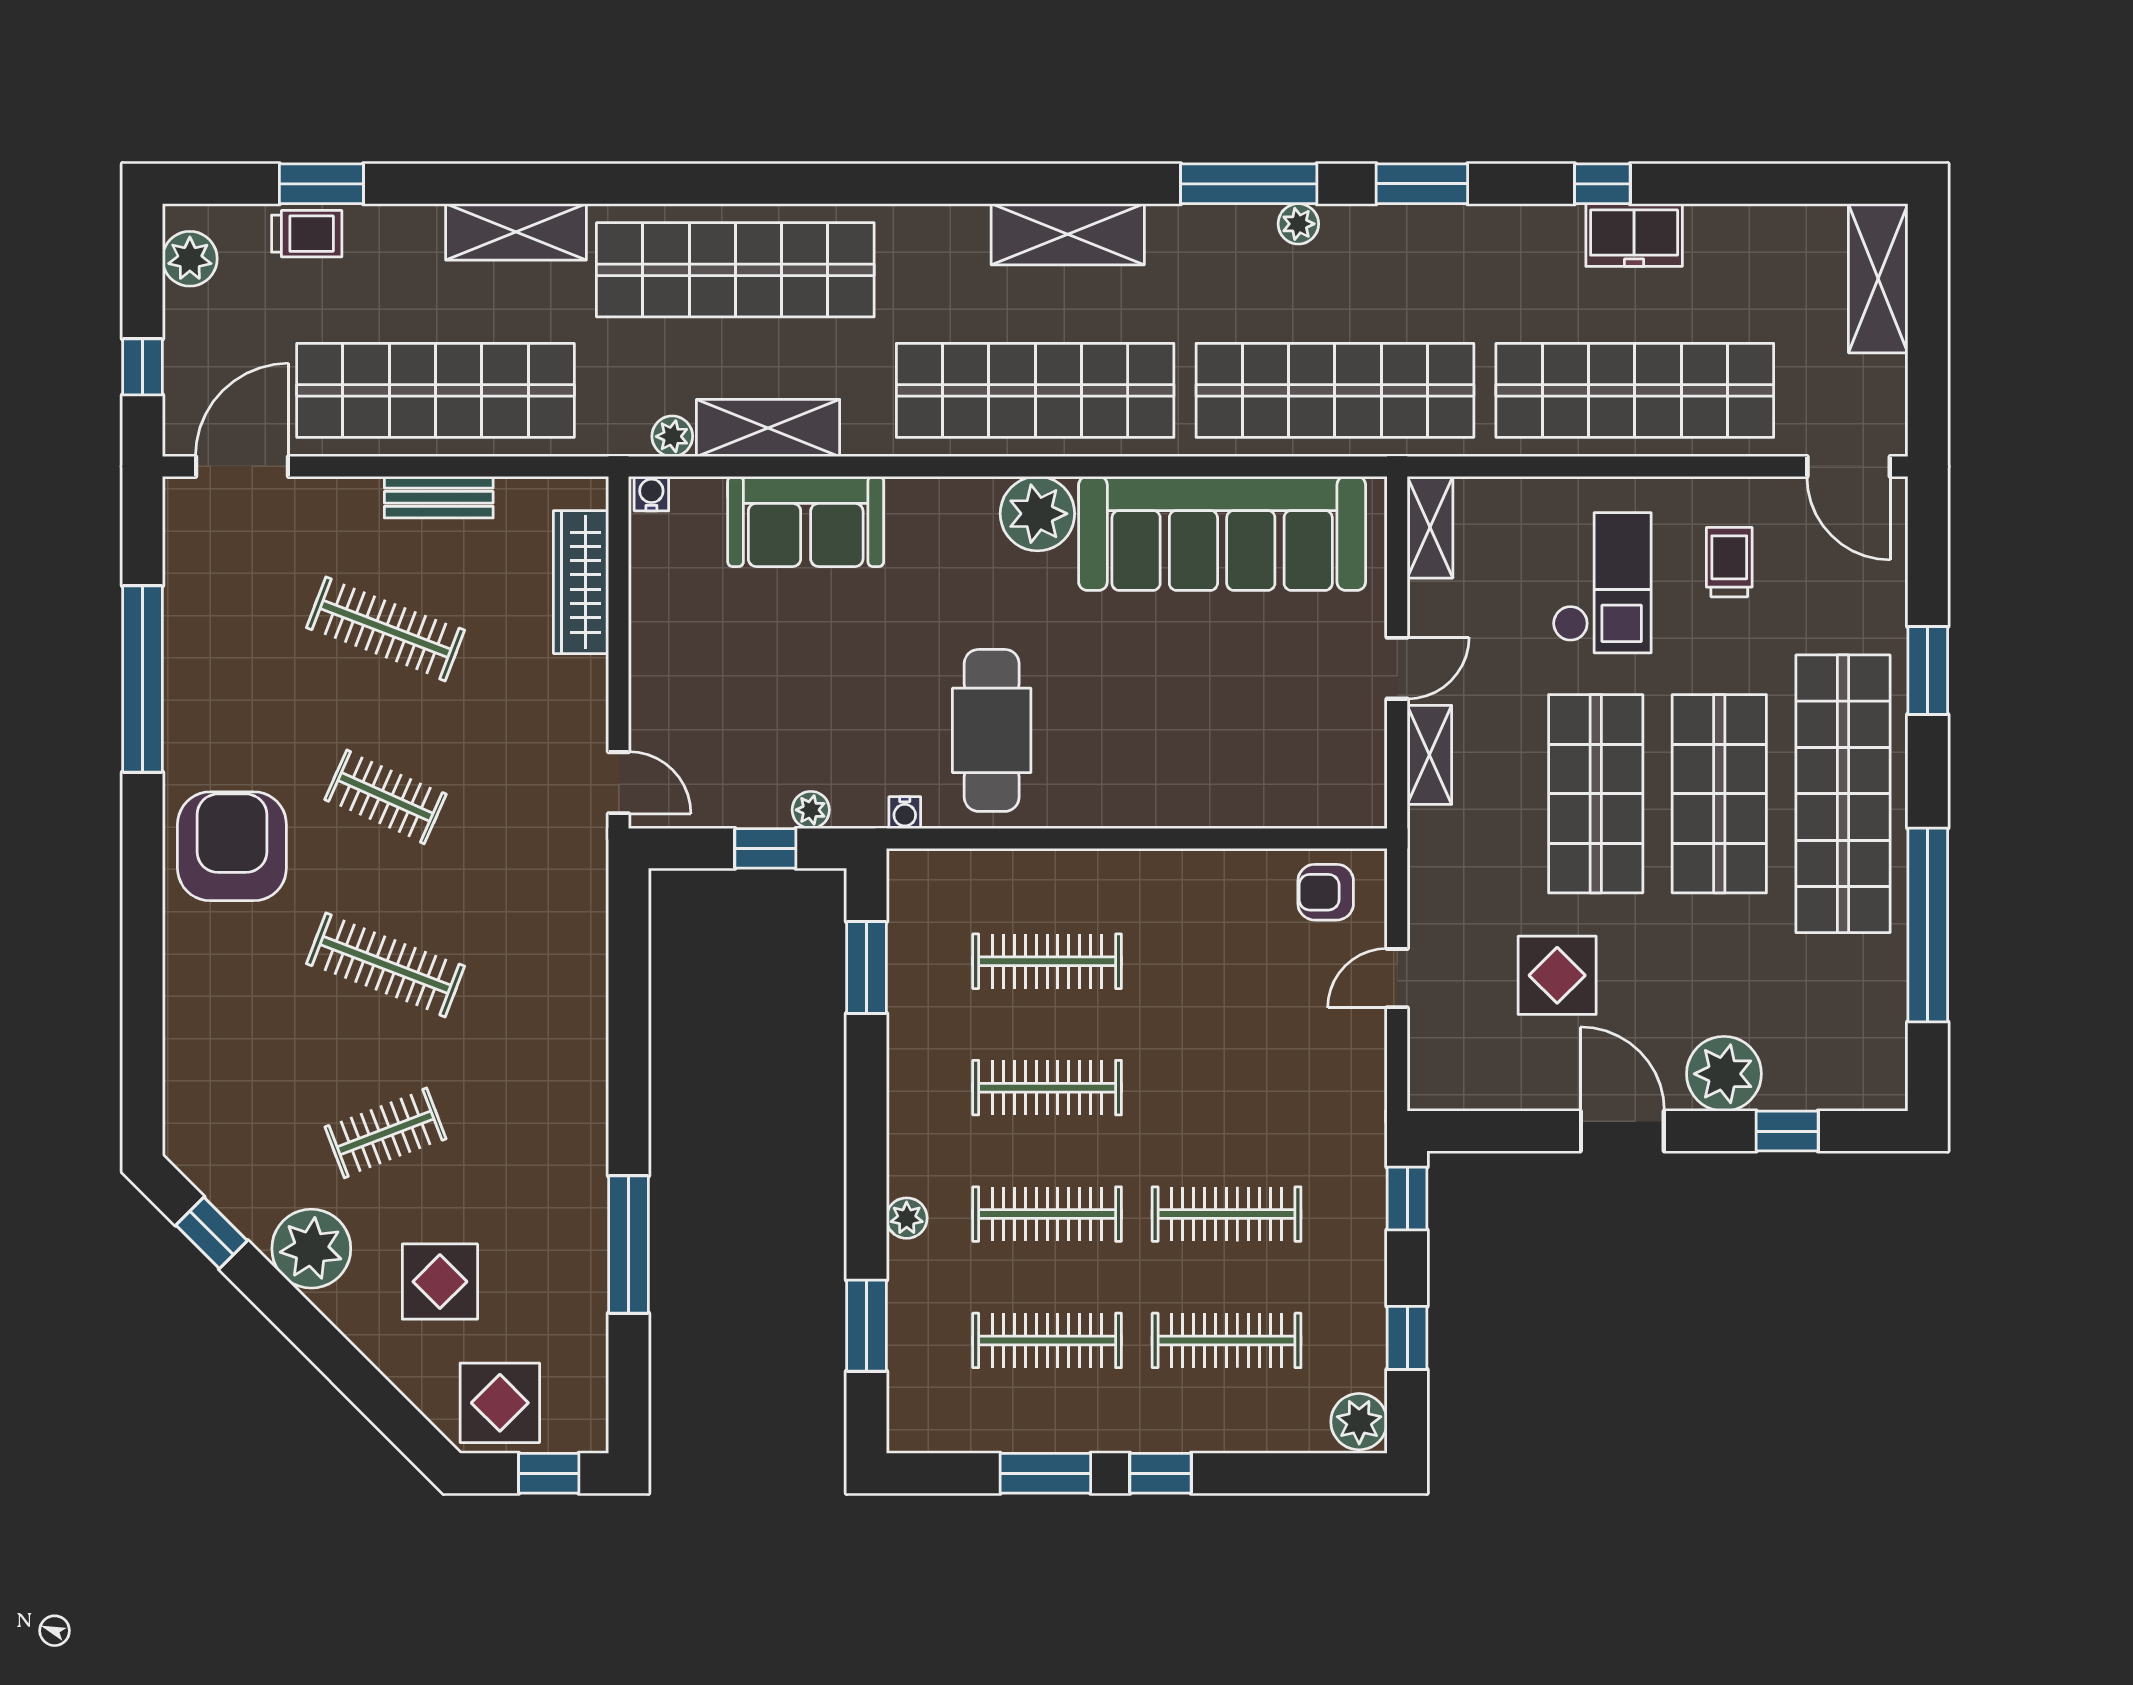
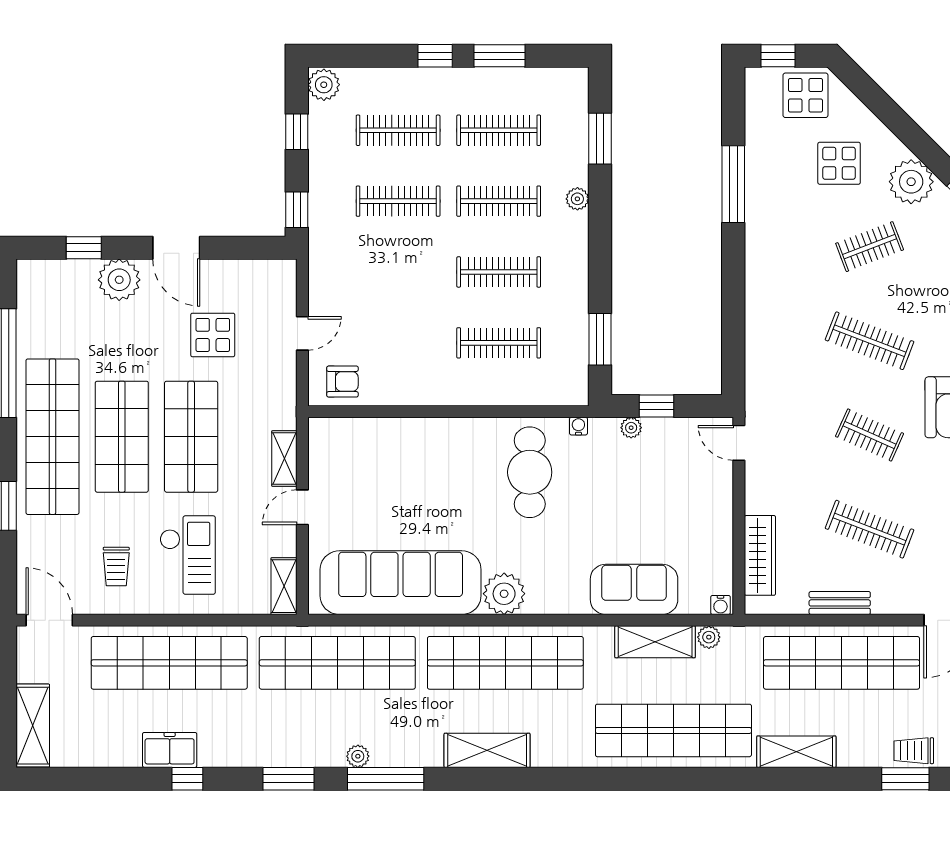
checkout: (1602, 583) -> (188, 555), turned 180

